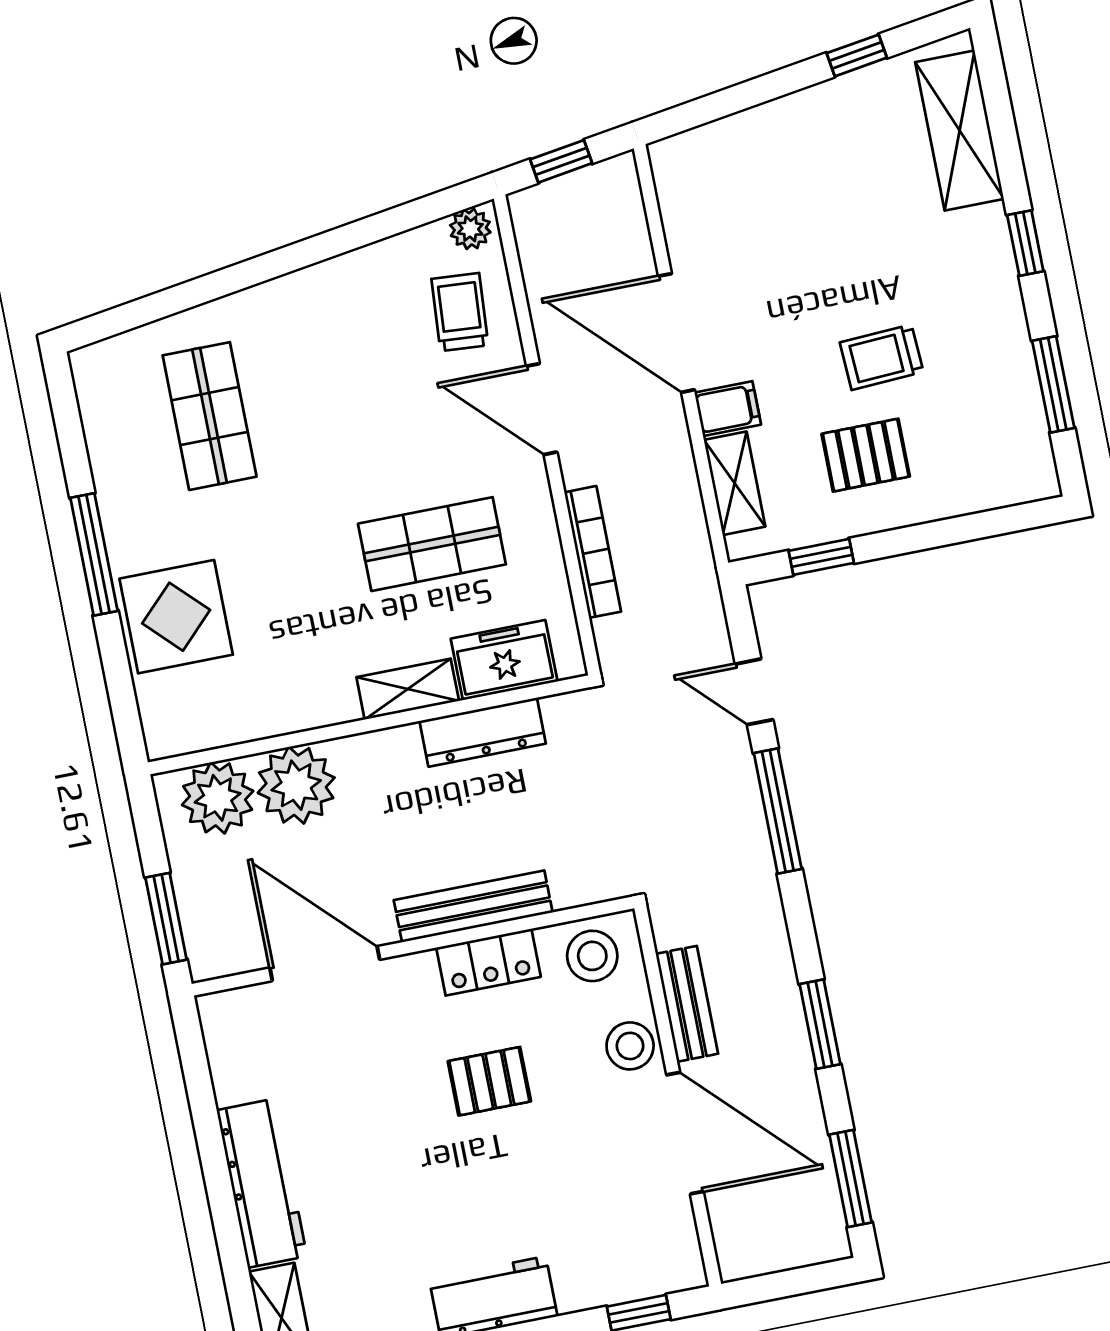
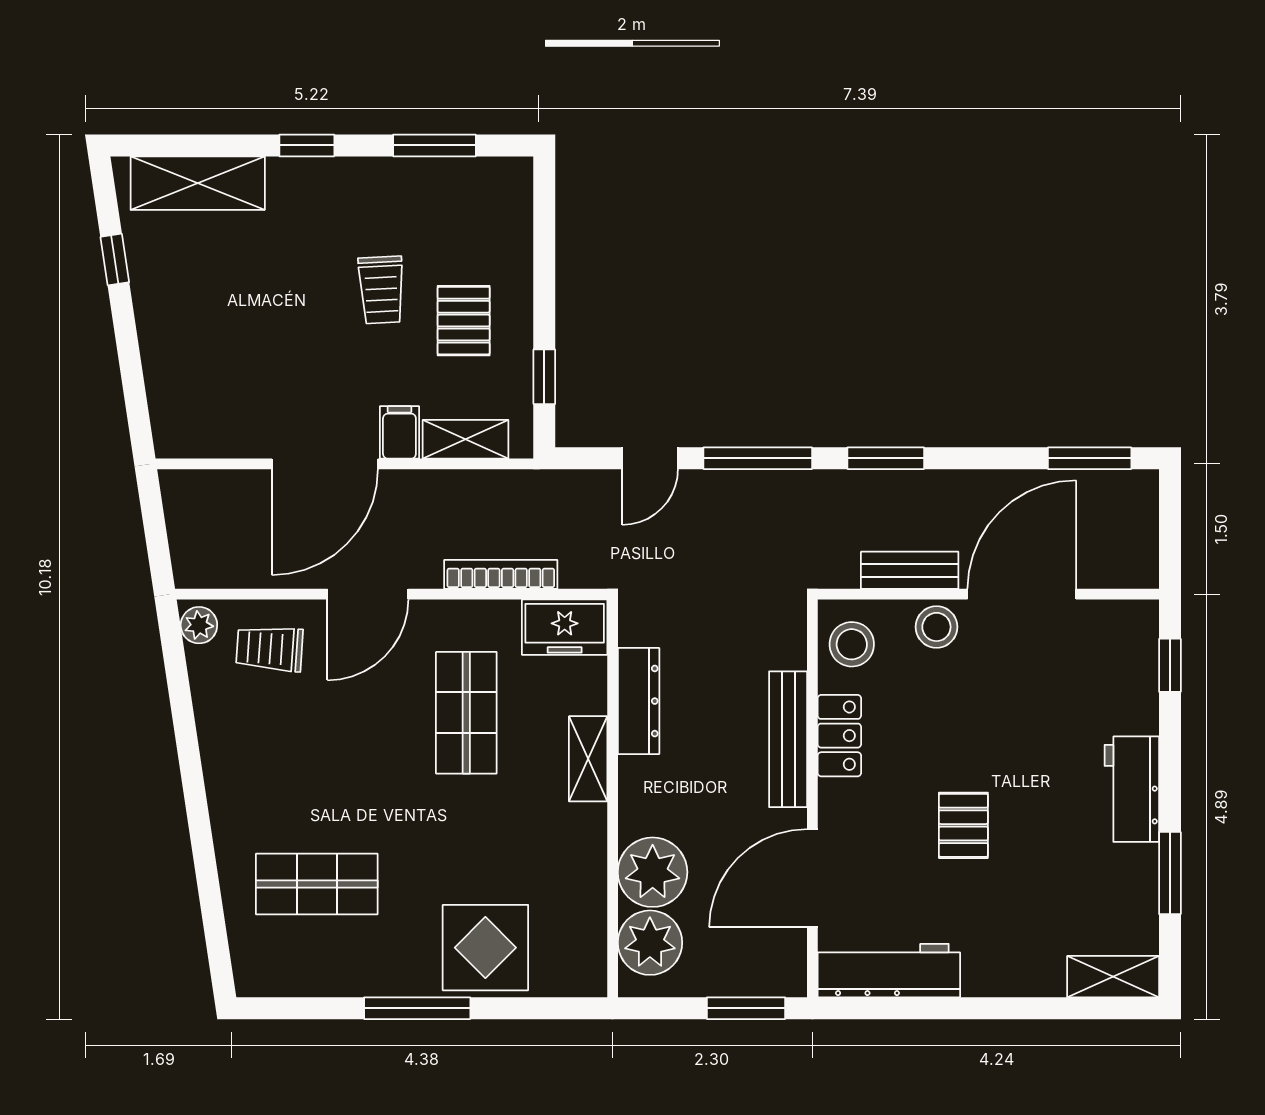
window: (561, 161) -> (156, 535), removed
freezer: (504, 660) -> (565, 627), moved, turned -90
window: (820, 1024) -> (886, 458), moved
pallet: (489, 1081) -> (963, 825), moved
workbench: (262, 1183) -> (889, 971), moved

